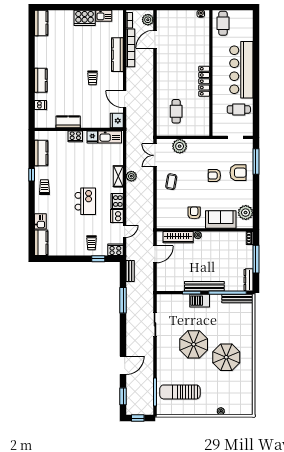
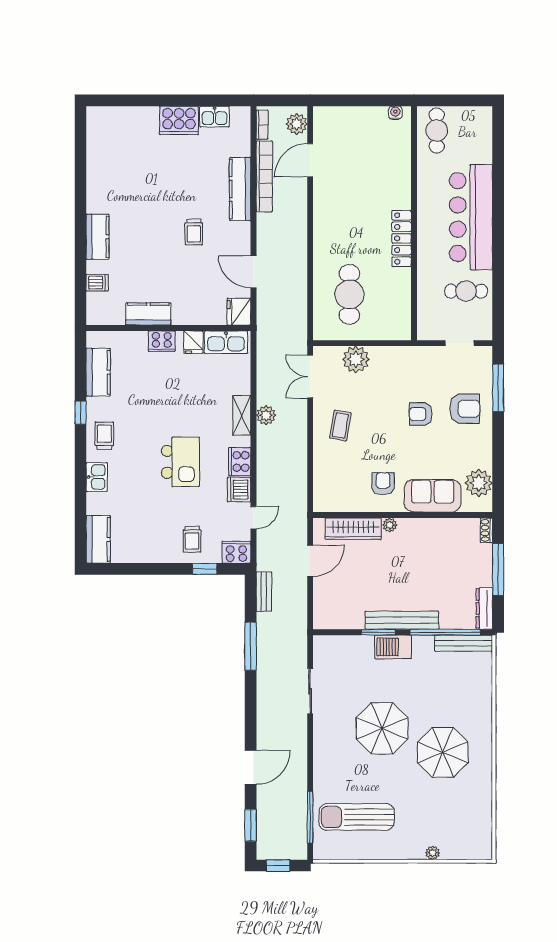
kitchen counter: (41, 23) -> (98, 130), removed
cafe table: (176, 111) -> (349, 294), width x1.37, depth x1.35
kitchen sink: (40, 221) -> (97, 477), moved

